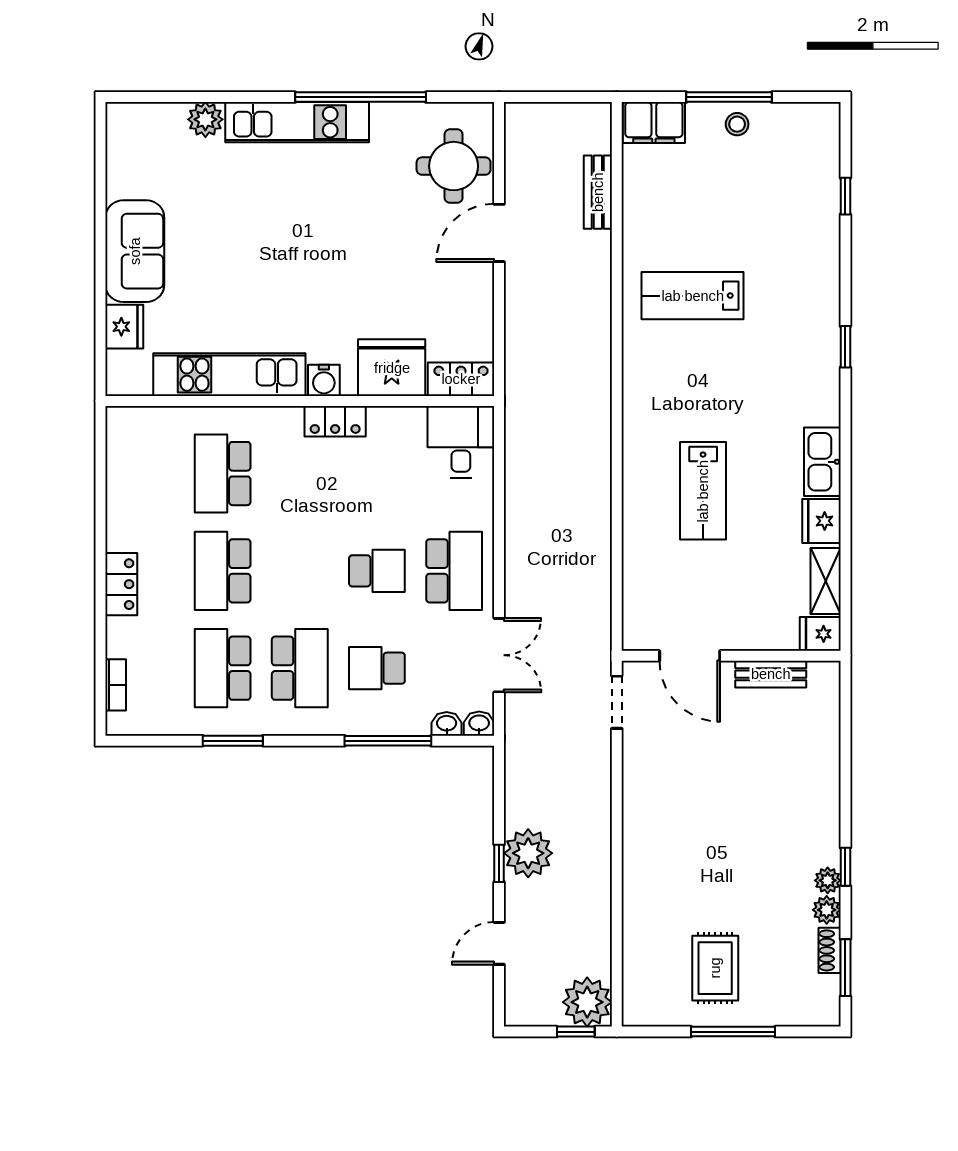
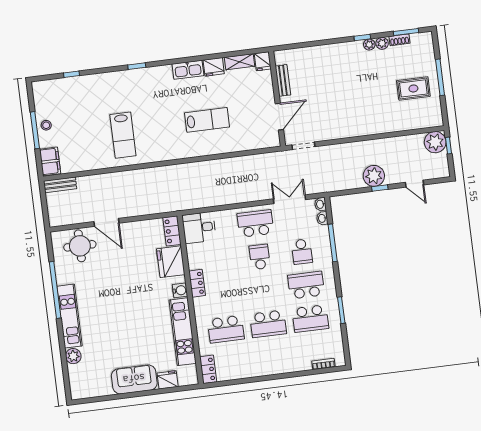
bench: (598, 192) -> (60, 185), moved
locker: (121, 584) -> (208, 369), moved, turned 90

